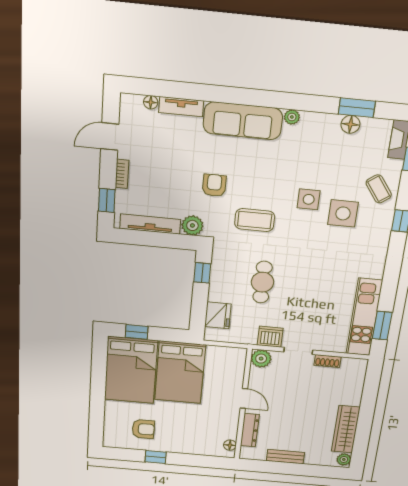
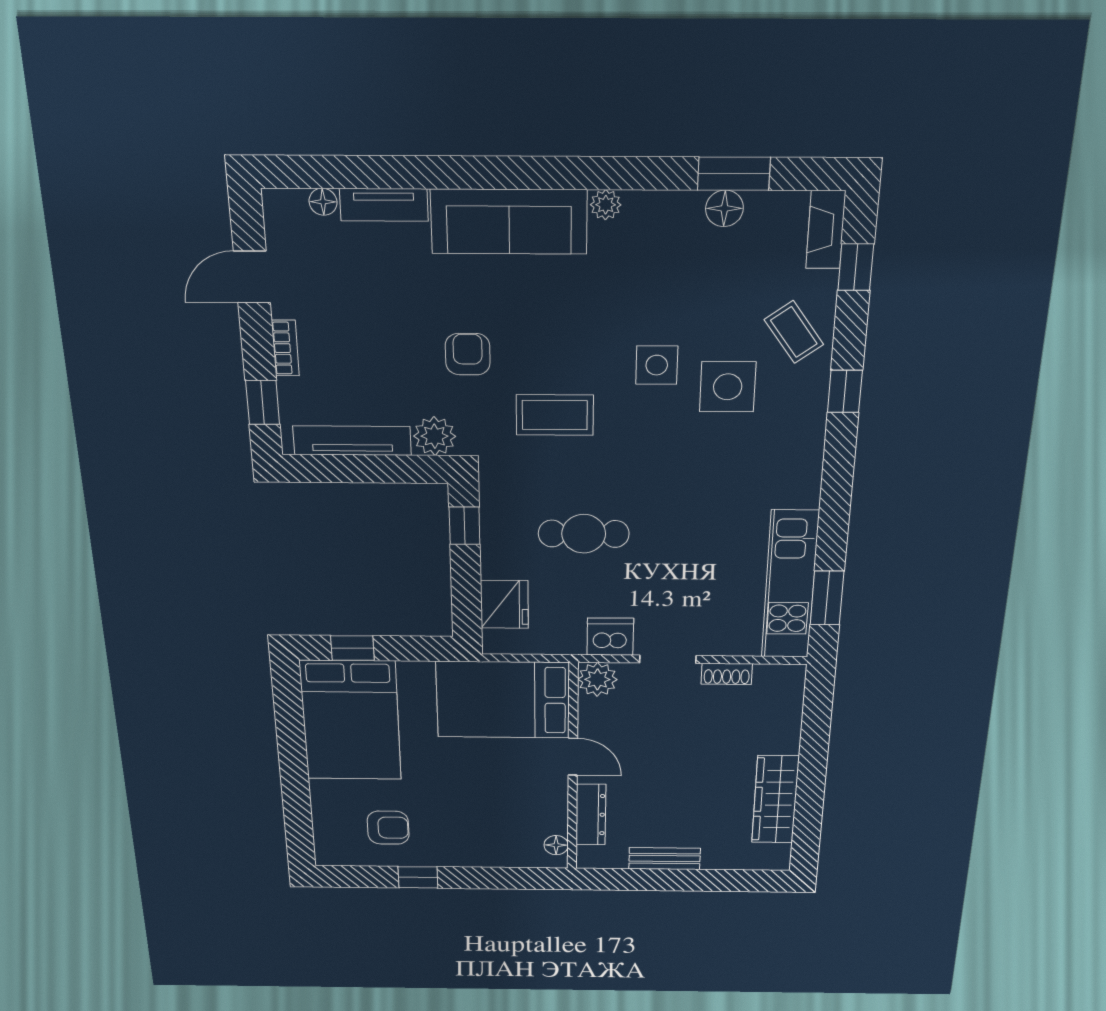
cafe table: (262, 282) -> (584, 534), turned 90
bed: (180, 372) -> (503, 700), moved, turned 90
plant: (344, 459) -> (777, 856), removed

